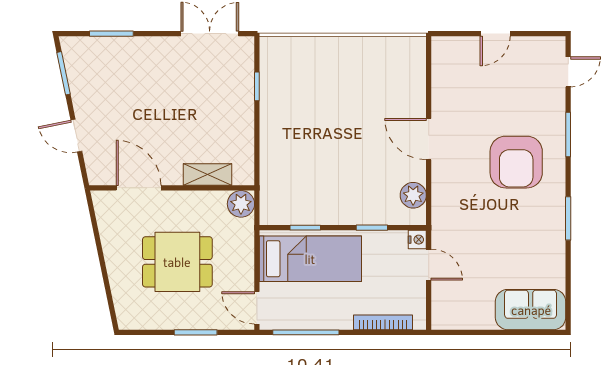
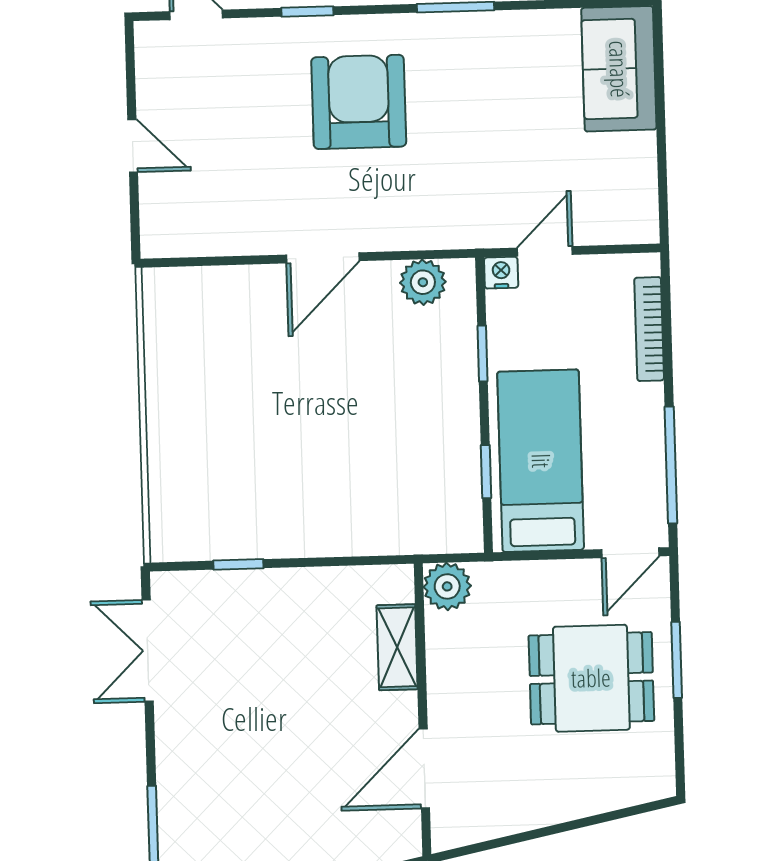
window: (568, 135) -> (307, 12), width x0.67
armchair: (516, 162) -> (359, 102), turned -90
dining table: (177, 262) -> (591, 678), moved, turned 90

